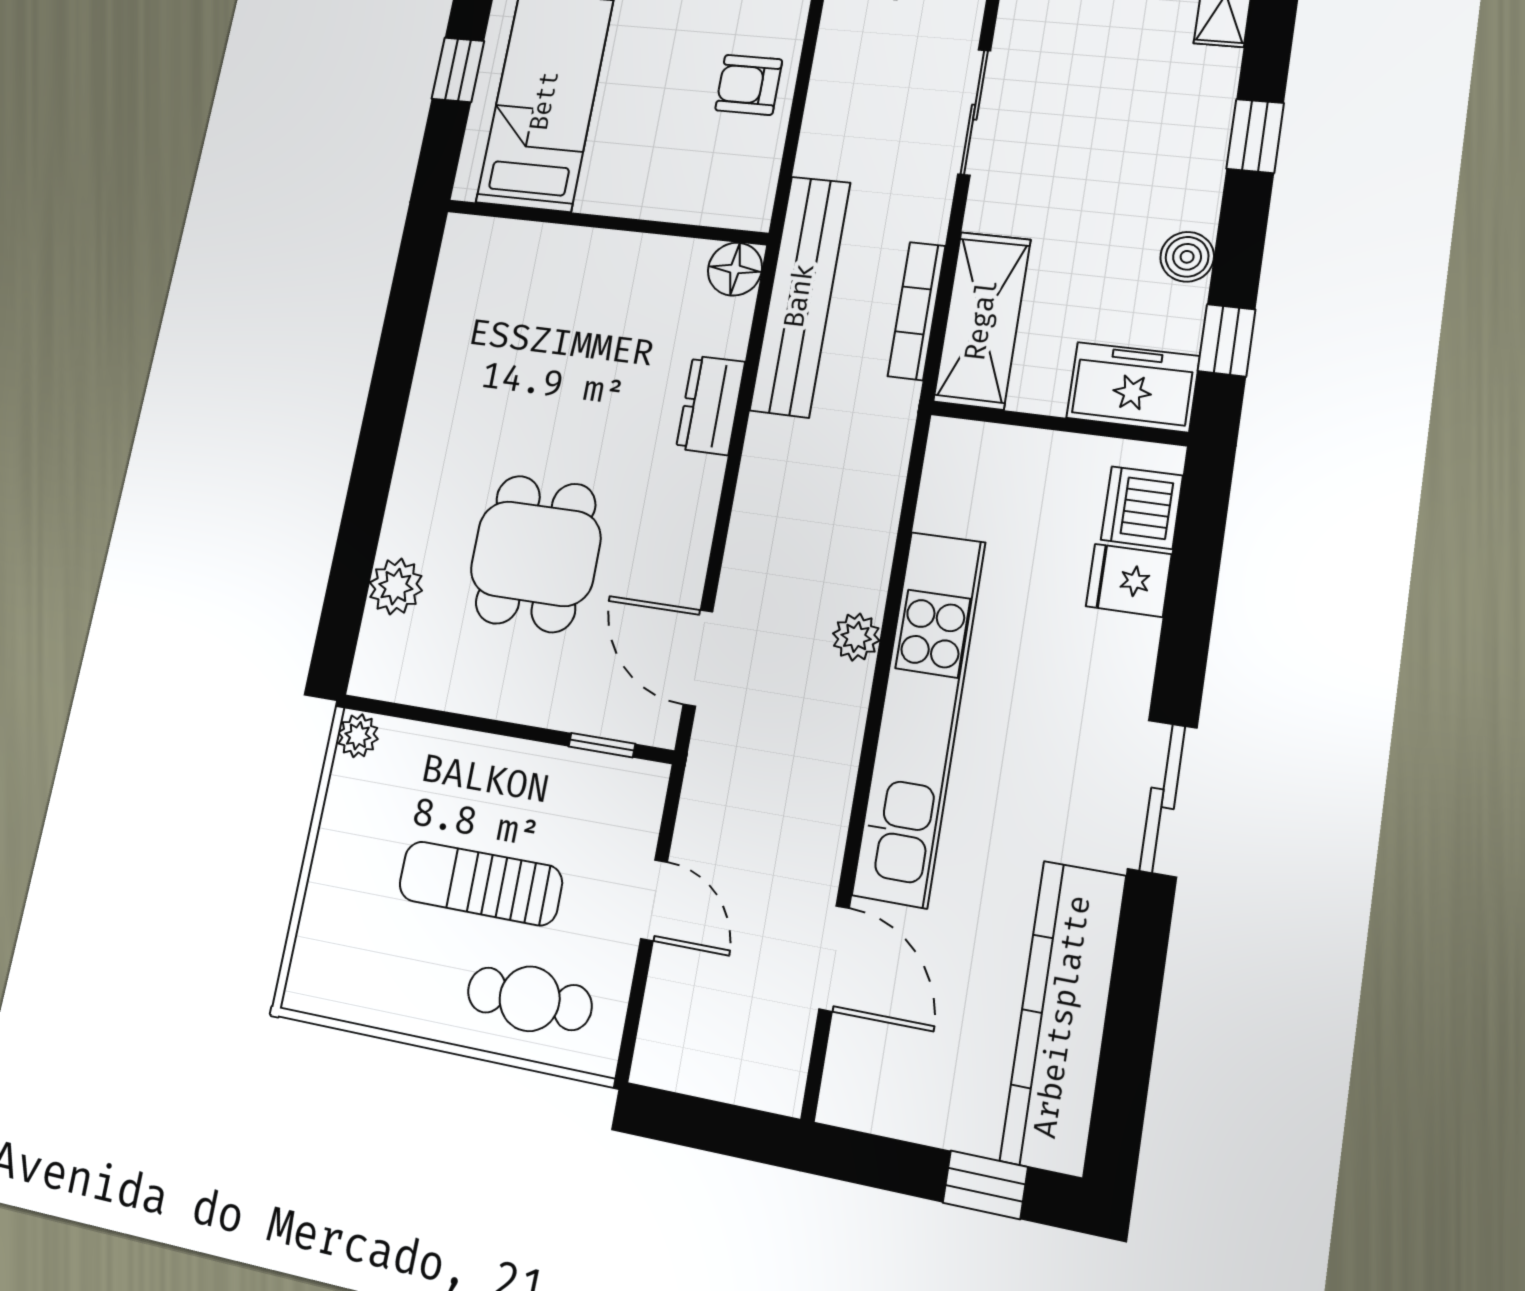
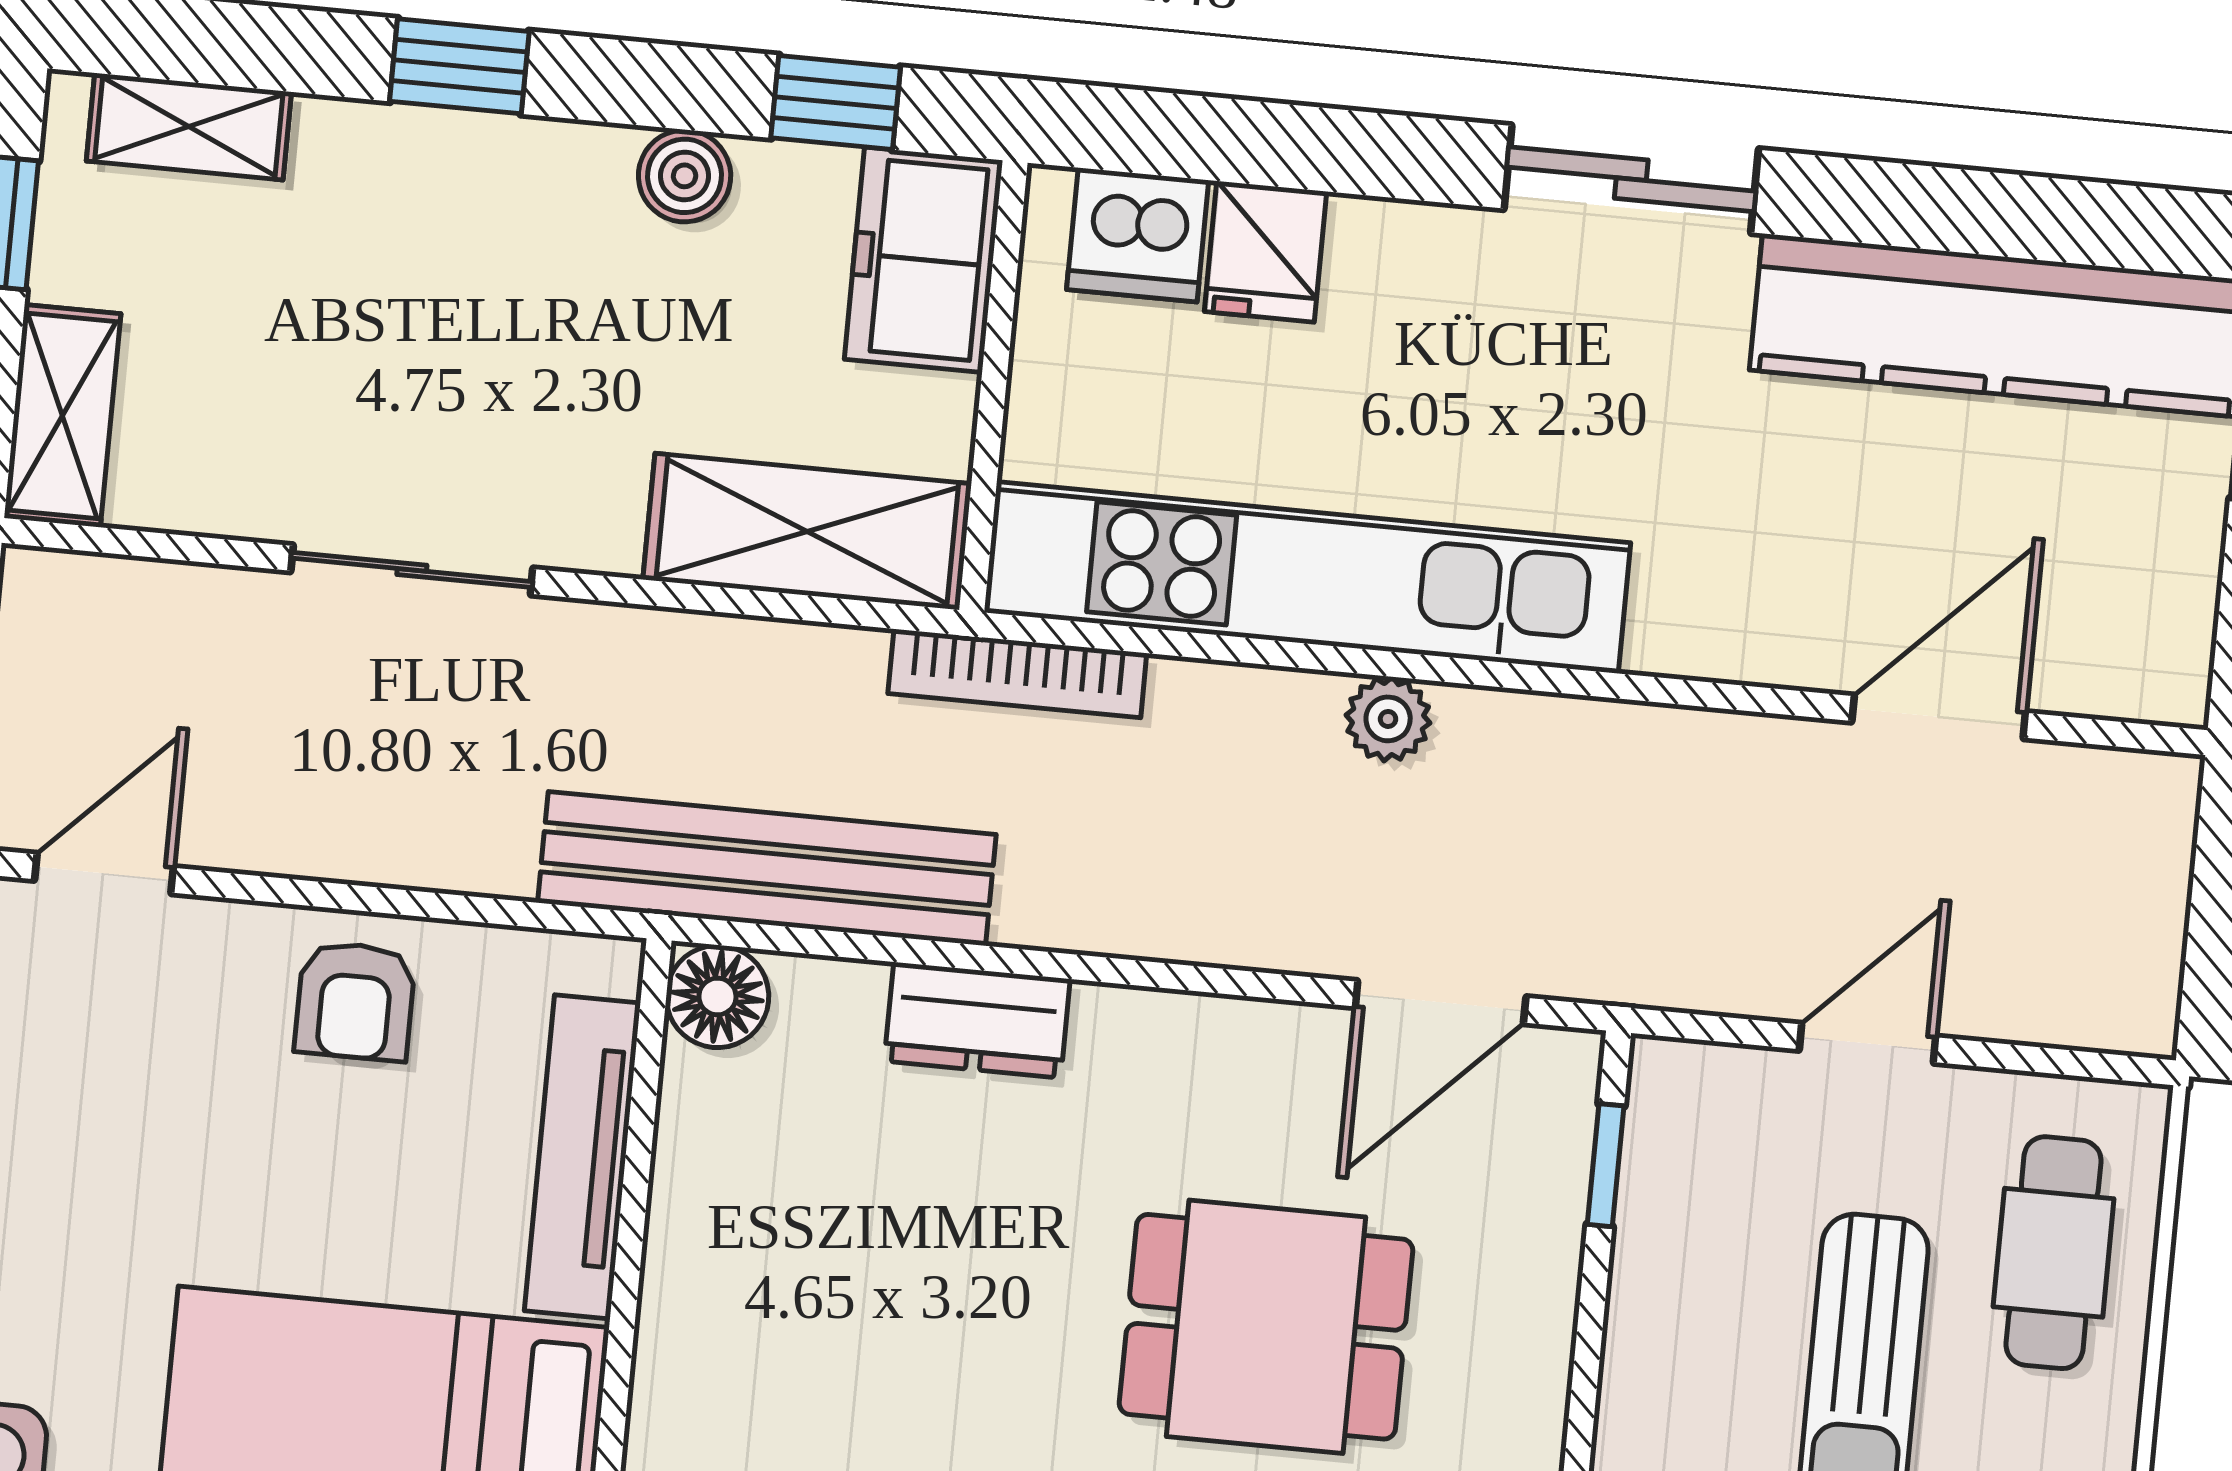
tv unit: (658, 199) -> (582, 1157), added
bookcase: (917, 311) -> (1017, 673), moved
kitchen unit: (919, 717) -> (1307, 578), moved

